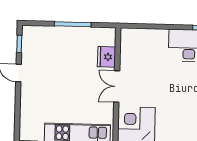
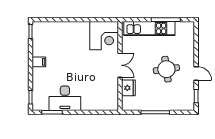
round table: (57, 80) -> (166, 69), added

